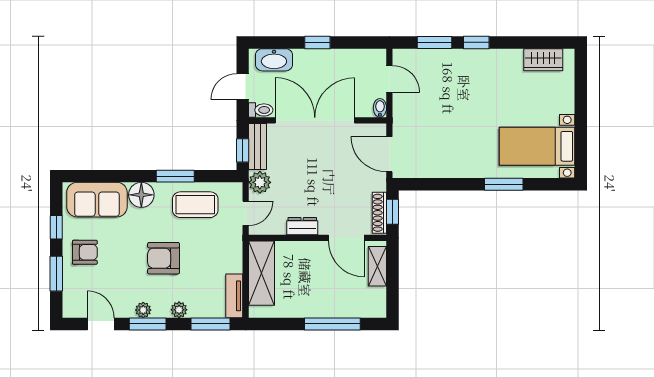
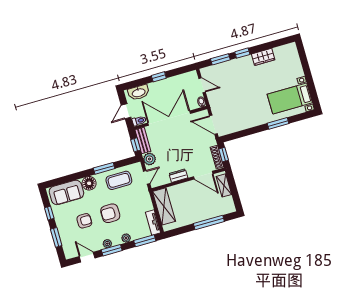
wardrobe: (543, 60) -> (263, 57), moved
armchair: (85, 252) -> (84, 221), moved

